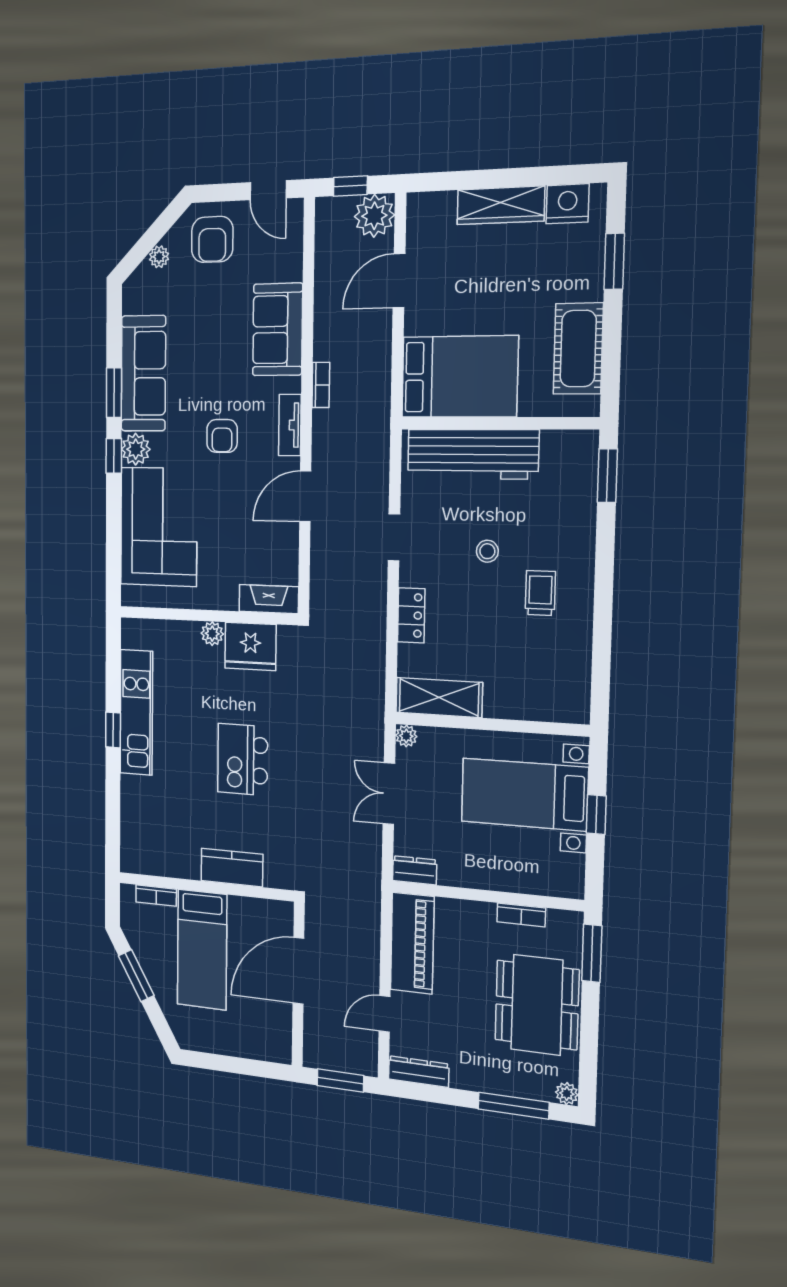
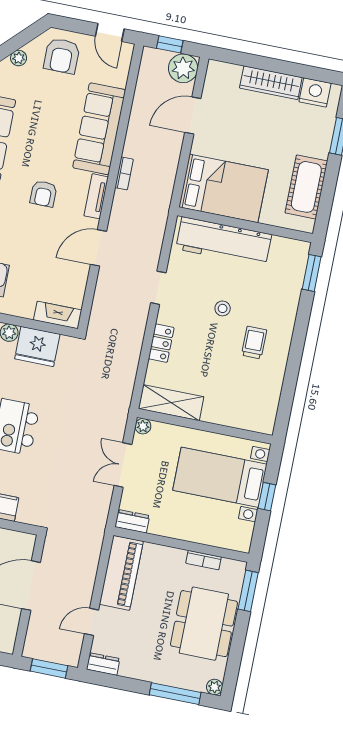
sofa: (278, 330) -> (99, 129), width x1.36
dresser: (419, 1072) -> (103, 664), width x0.70

